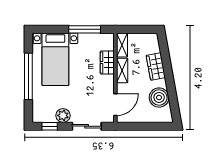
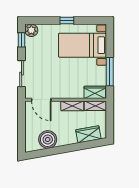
wardrobe: (107, 63) -> (95, 92), moved
wardrobe: (156, 66) -> (88, 134), moved
window: (28, 76) -> (67, 20), width x0.32
plant: (63, 115) -> (31, 30), moved

